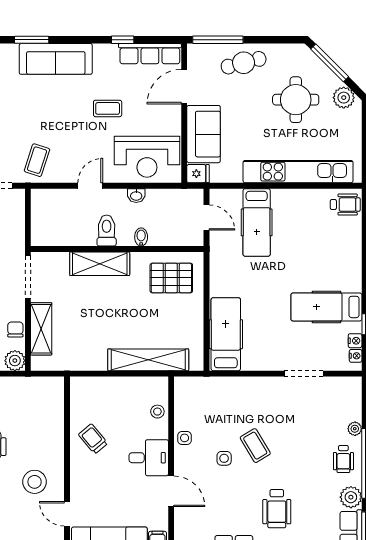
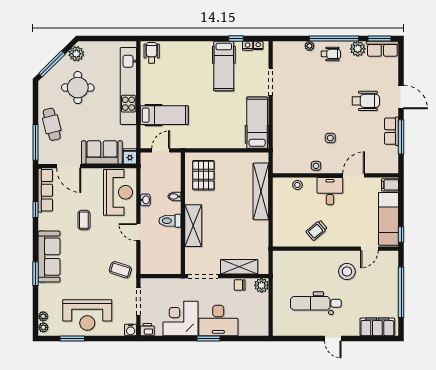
hospital bed: (226, 334) -> (257, 123), moved, turned 90
coffee table: (255, 446) -> (321, 116), removed

